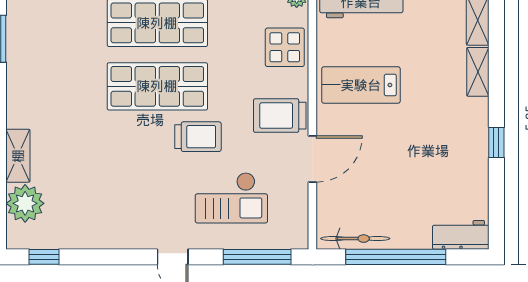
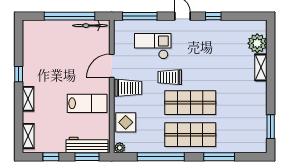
shelving: (478, 72) -> (28, 99), moved
workbench: (461, 235) -> (37, 27), removed
window: (44, 257) -> (213, 16), moved

